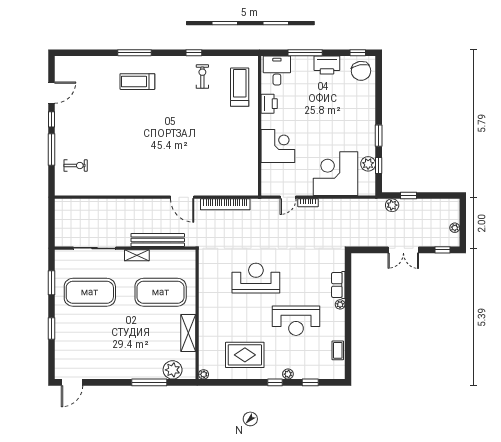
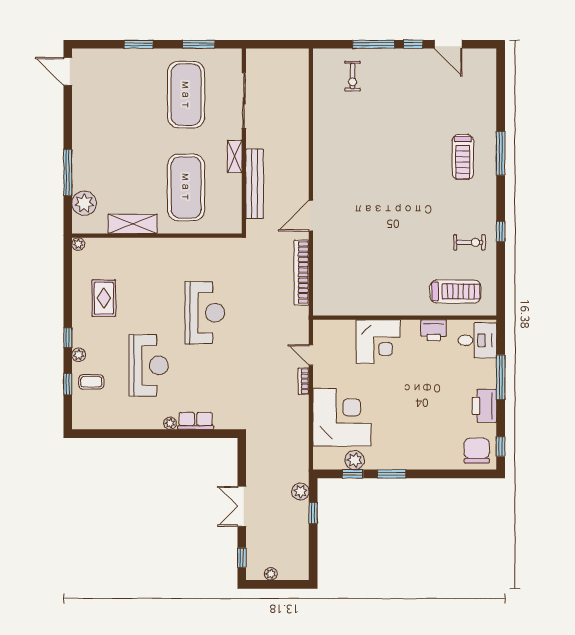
chair: (361, 71) -> (477, 451), turned 100
treadmill: (137, 82) -> (463, 157), turned 180
reception desk: (296, 321) -> (149, 365), turned 180
coffee table: (338, 350) -> (91, 382), moved
rug: (245, 355) -> (104, 298), width x0.73, depth x0.70

